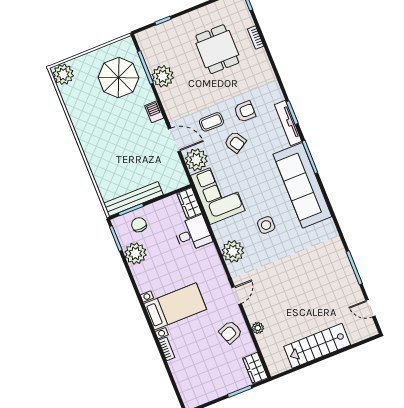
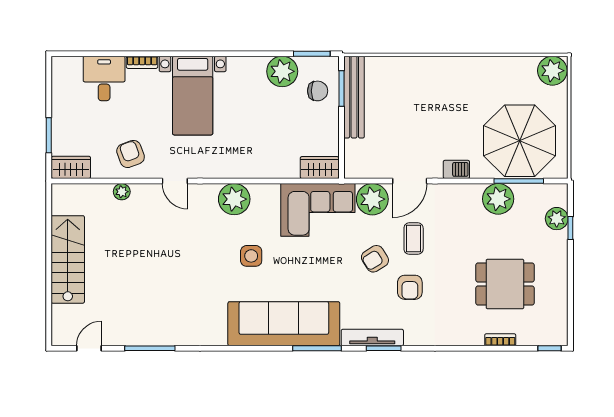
plant: (160, 32) -> (557, 219), added
parasol: (118, 77) -> (520, 141), width x1.36, depth x1.36
desk: (193, 234) -> (104, 78), moved, turned 180

